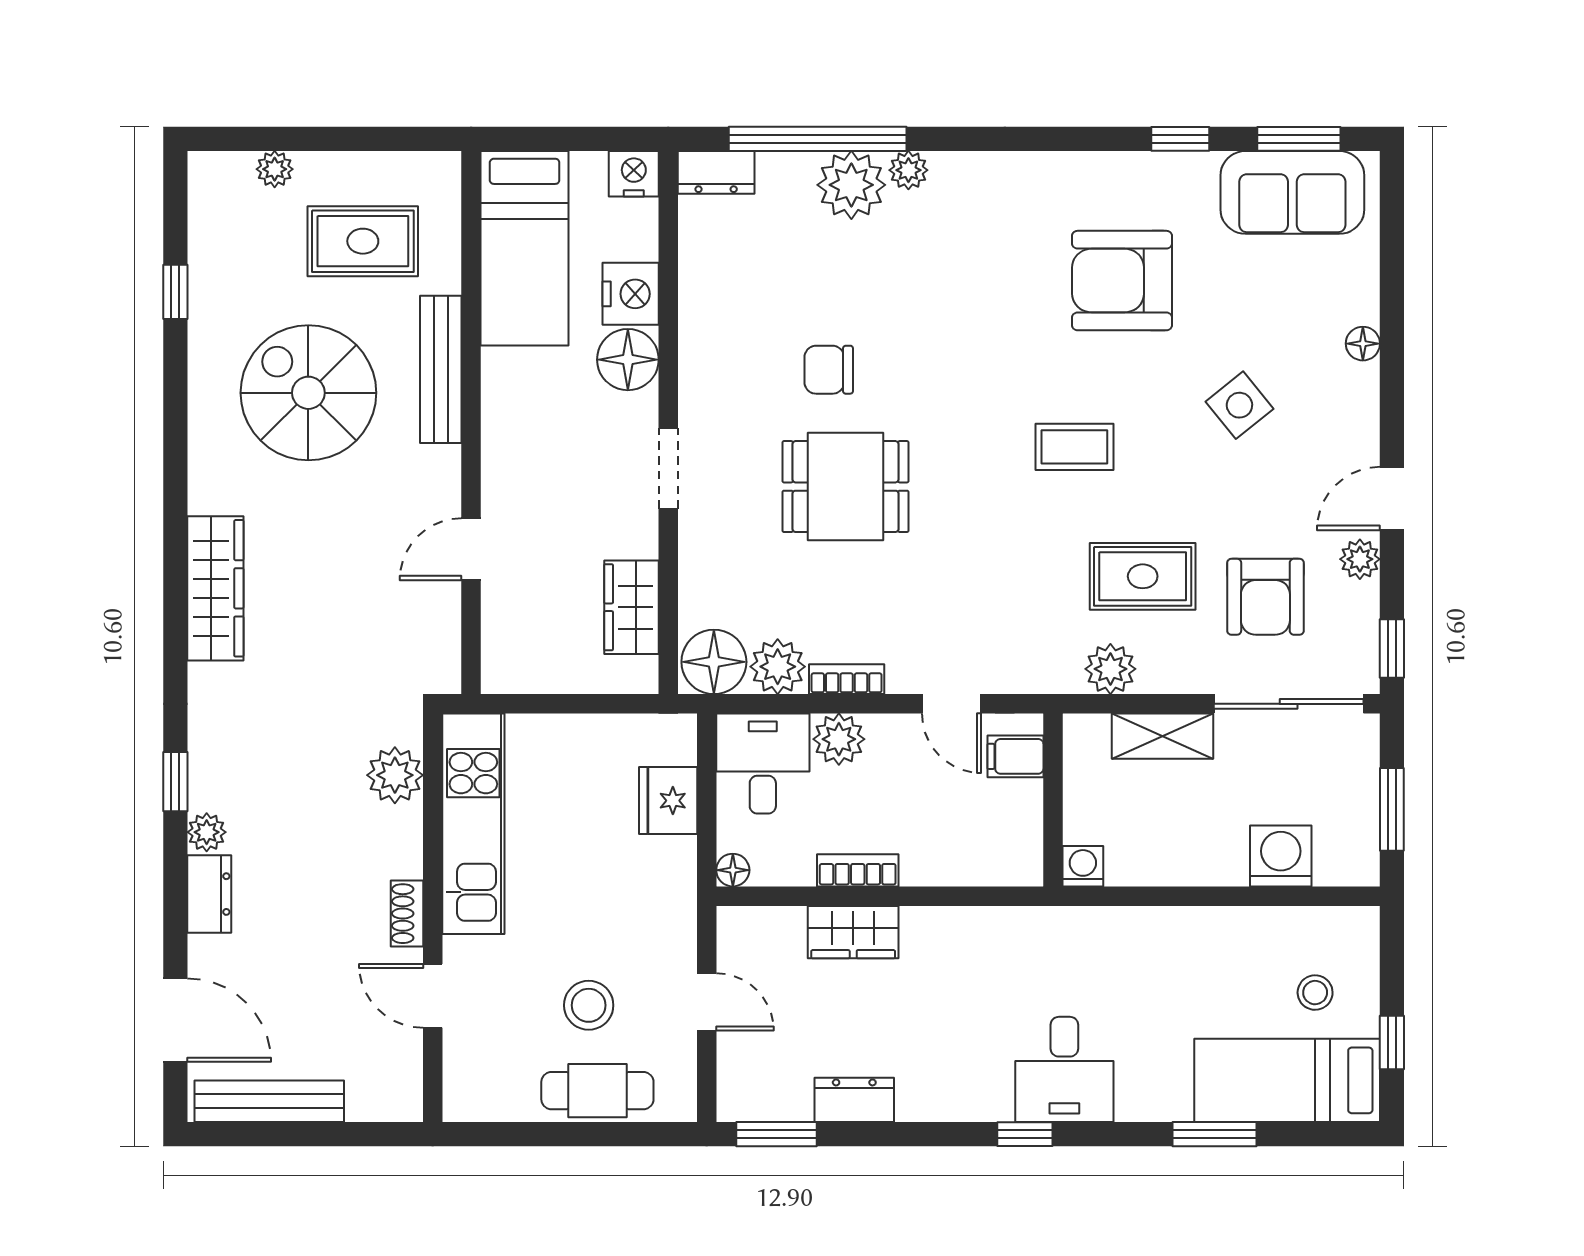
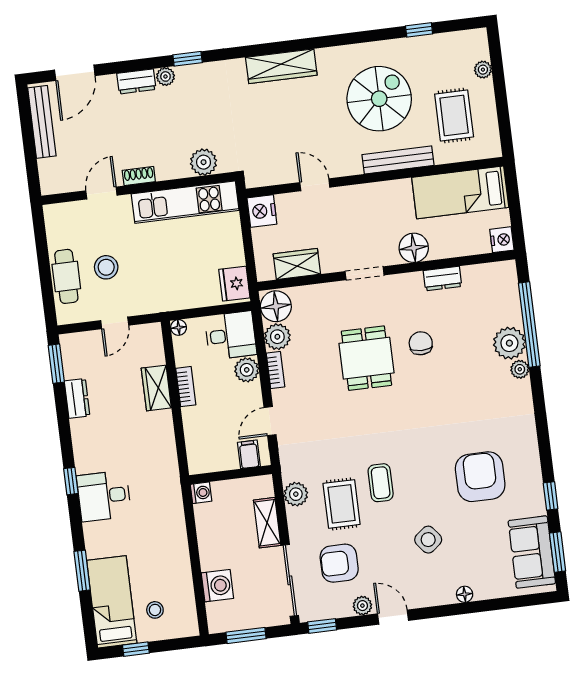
dresser: (716, 172) -> (442, 279), moved, turned -90
nightstand: (631, 294) -> (262, 211), moved, turned 90
coffee table: (1074, 447) -> (381, 483), moved
fridge: (668, 801) -> (234, 284), moved, turned -90

